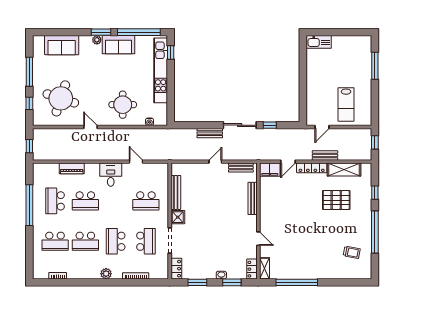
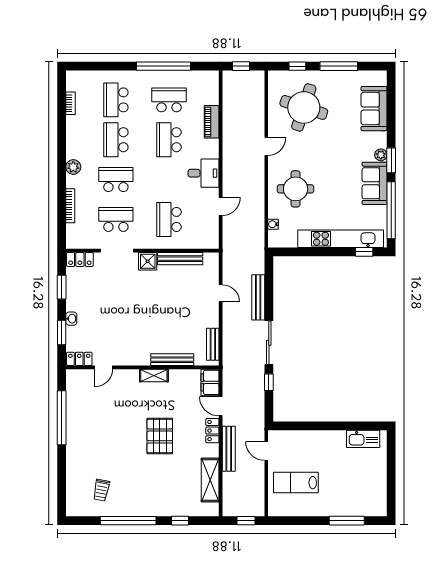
kitchen sink: (319, 42) -> (363, 439), moved, turned -90
bench: (210, 133) -> (258, 297), width x1.36
bench: (325, 155) -> (229, 449), width x1.36
door: (215, 162) -> (221, 293), moved
locker: (312, 168) -> (212, 431), width x0.66
pallet: (336, 200) -> (160, 436), moved
door: (258, 239) -> (104, 367), moved
school desk: (146, 241) -> (116, 219), turned 180
shelving: (265, 268) -> (154, 375), moved

